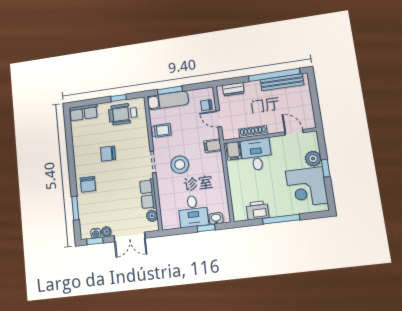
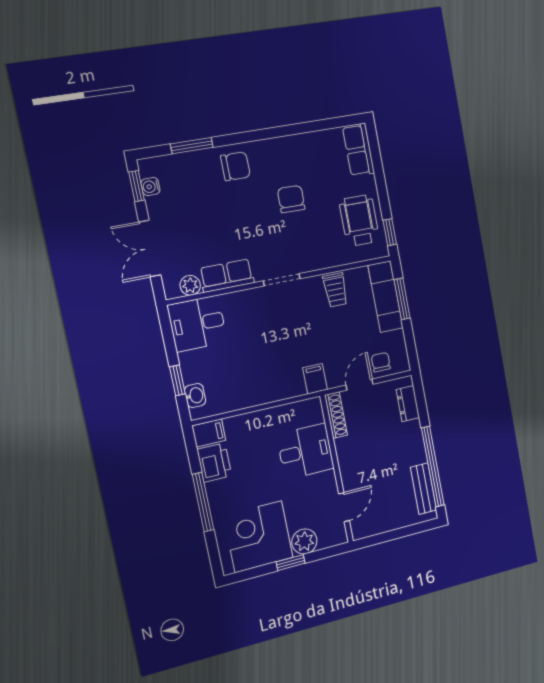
bench: (282, 82) -> (424, 489), width x0.73
window: (118, 98) -> (390, 232), moved
shoe rack: (253, 132) -> (336, 415), moved
filing cabinet: (233, 151) -> (209, 433), moved, turned 180
stool: (180, 165) -> (281, 326), removed
chair: (88, 184) -> (235, 166), turned 180
desk: (193, 211) -> (197, 324), moved
plant: (106, 232) -> (155, 206), removed

